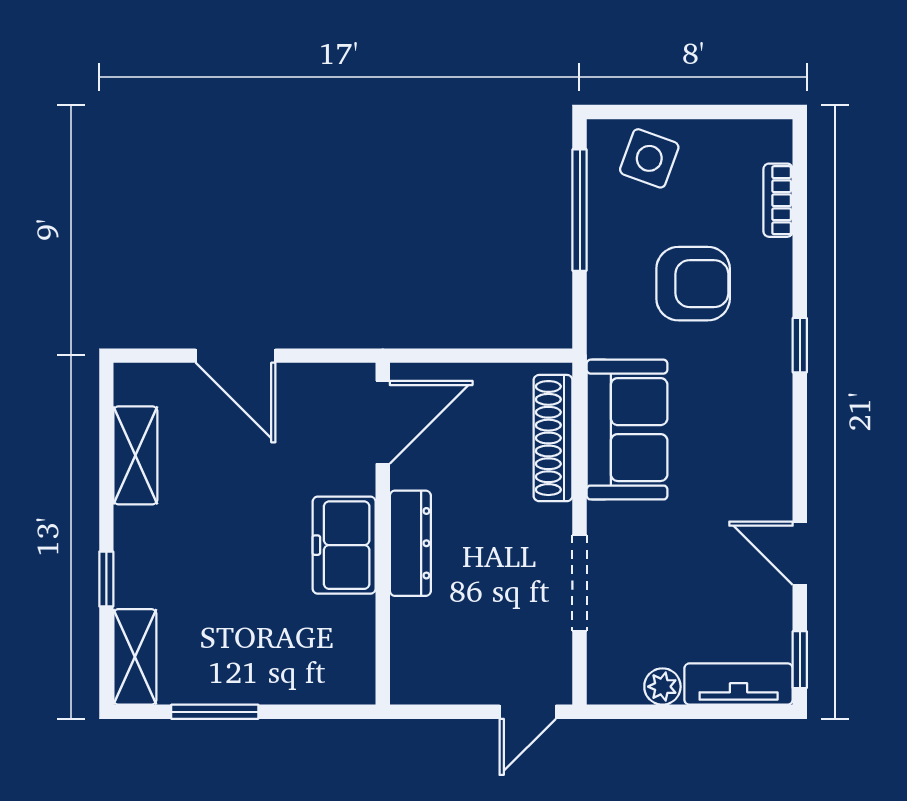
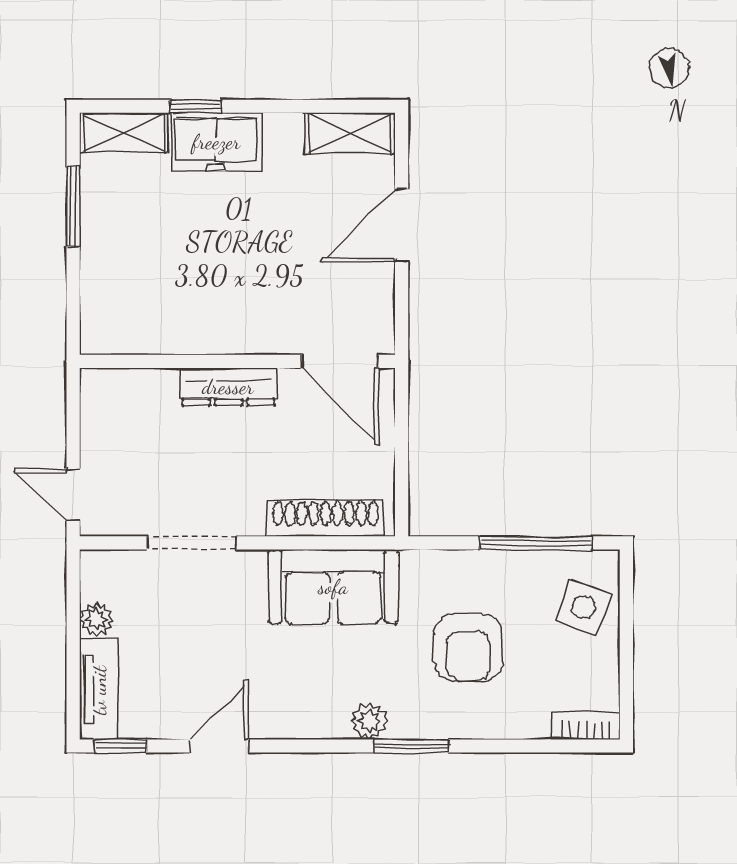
bookcase: (778, 200) -> (586, 726), moved
window: (800, 345) -> (411, 746), width x1.50
plant: (773, 390) -> (370, 721), added
shelving: (135, 455) -> (350, 133), moved
freezer: (344, 545) -> (216, 142), moved, turned 180

